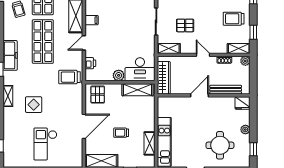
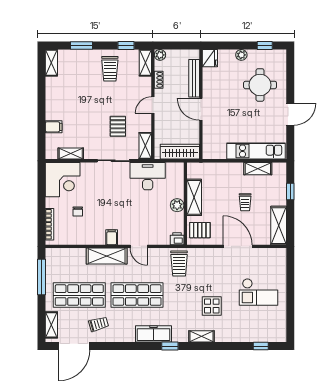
printer: (90, 63) -> (177, 239), moved
desk: (140, 69) -> (148, 176), moved, turned -90
shelving: (138, 90) -> (194, 197), moved

